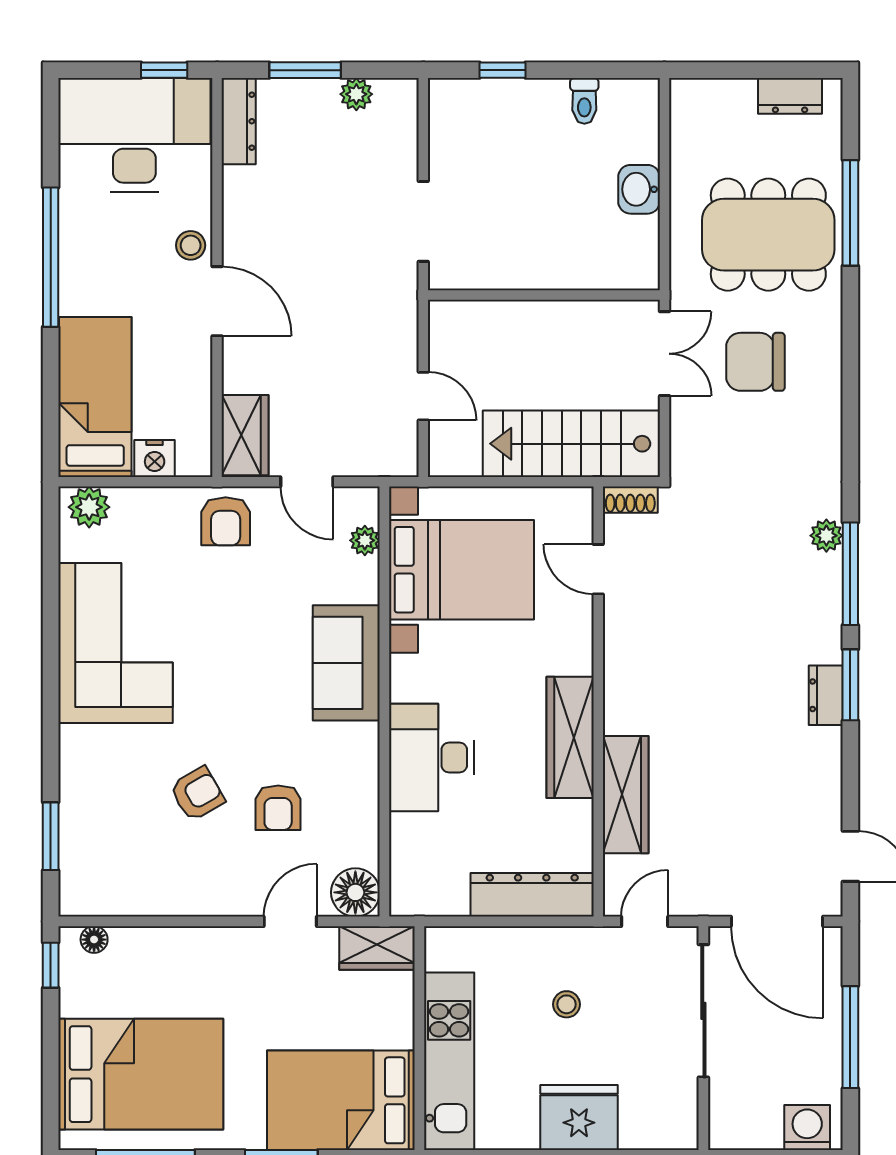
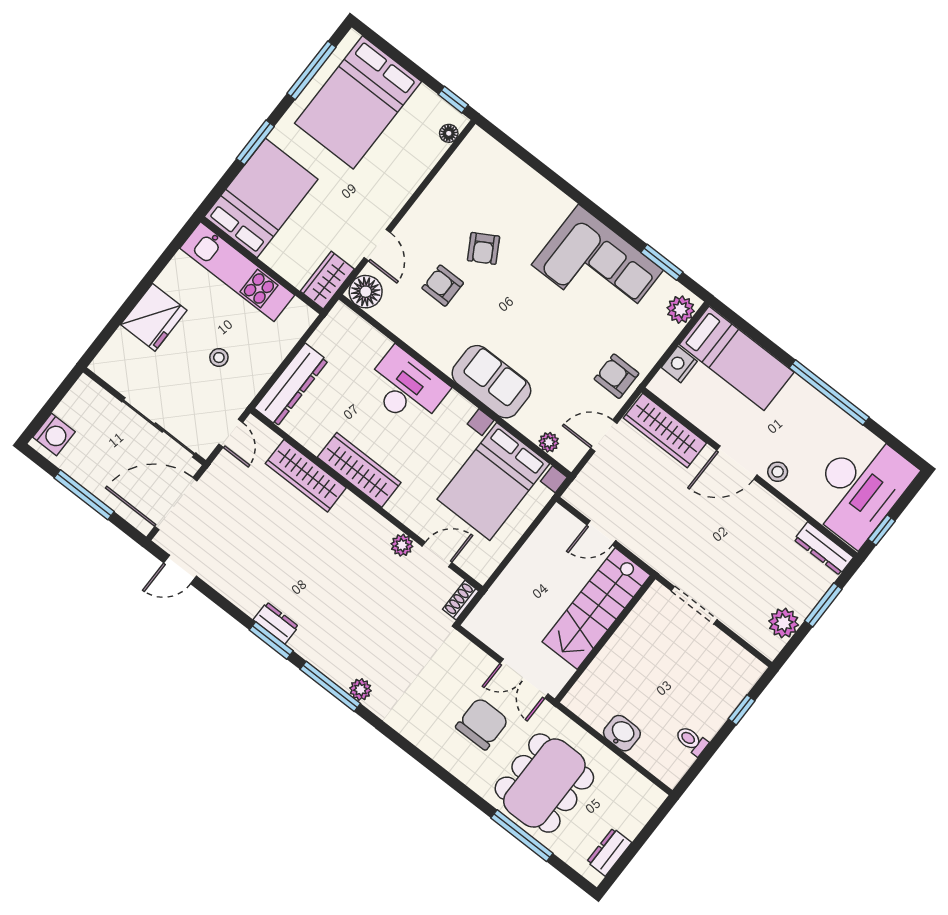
plant: (356, 94) -> (784, 623), width x1.38, depth x1.38
wardrobe: (245, 435) -> (665, 430), width x1.50
stairs: (571, 444) -> (596, 609), moved, turned 180
plant: (619, 619) -> (402, 545), added
window: (51, 836) -> (662, 262), moved

